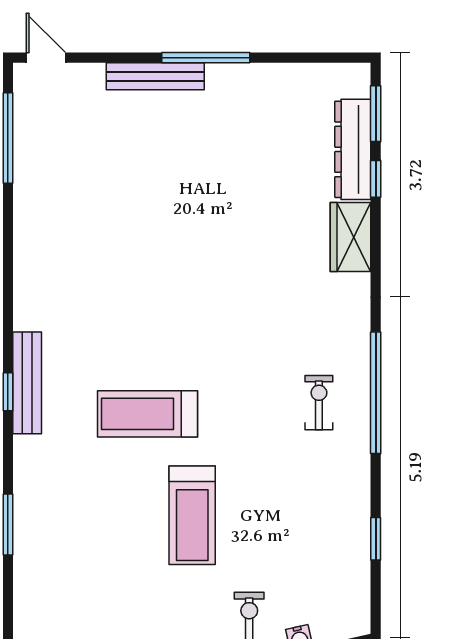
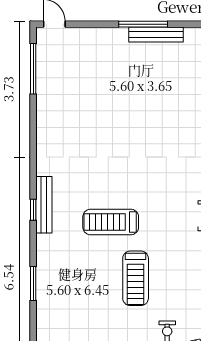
bench: (155, 76) -> (156, 34), moved

